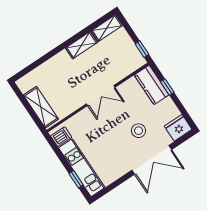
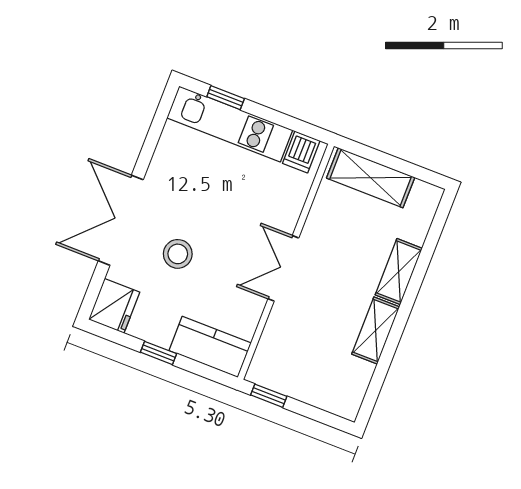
shelving: (107, 28) -> (399, 272), moved
window: (167, 87) -> (158, 353), moved

